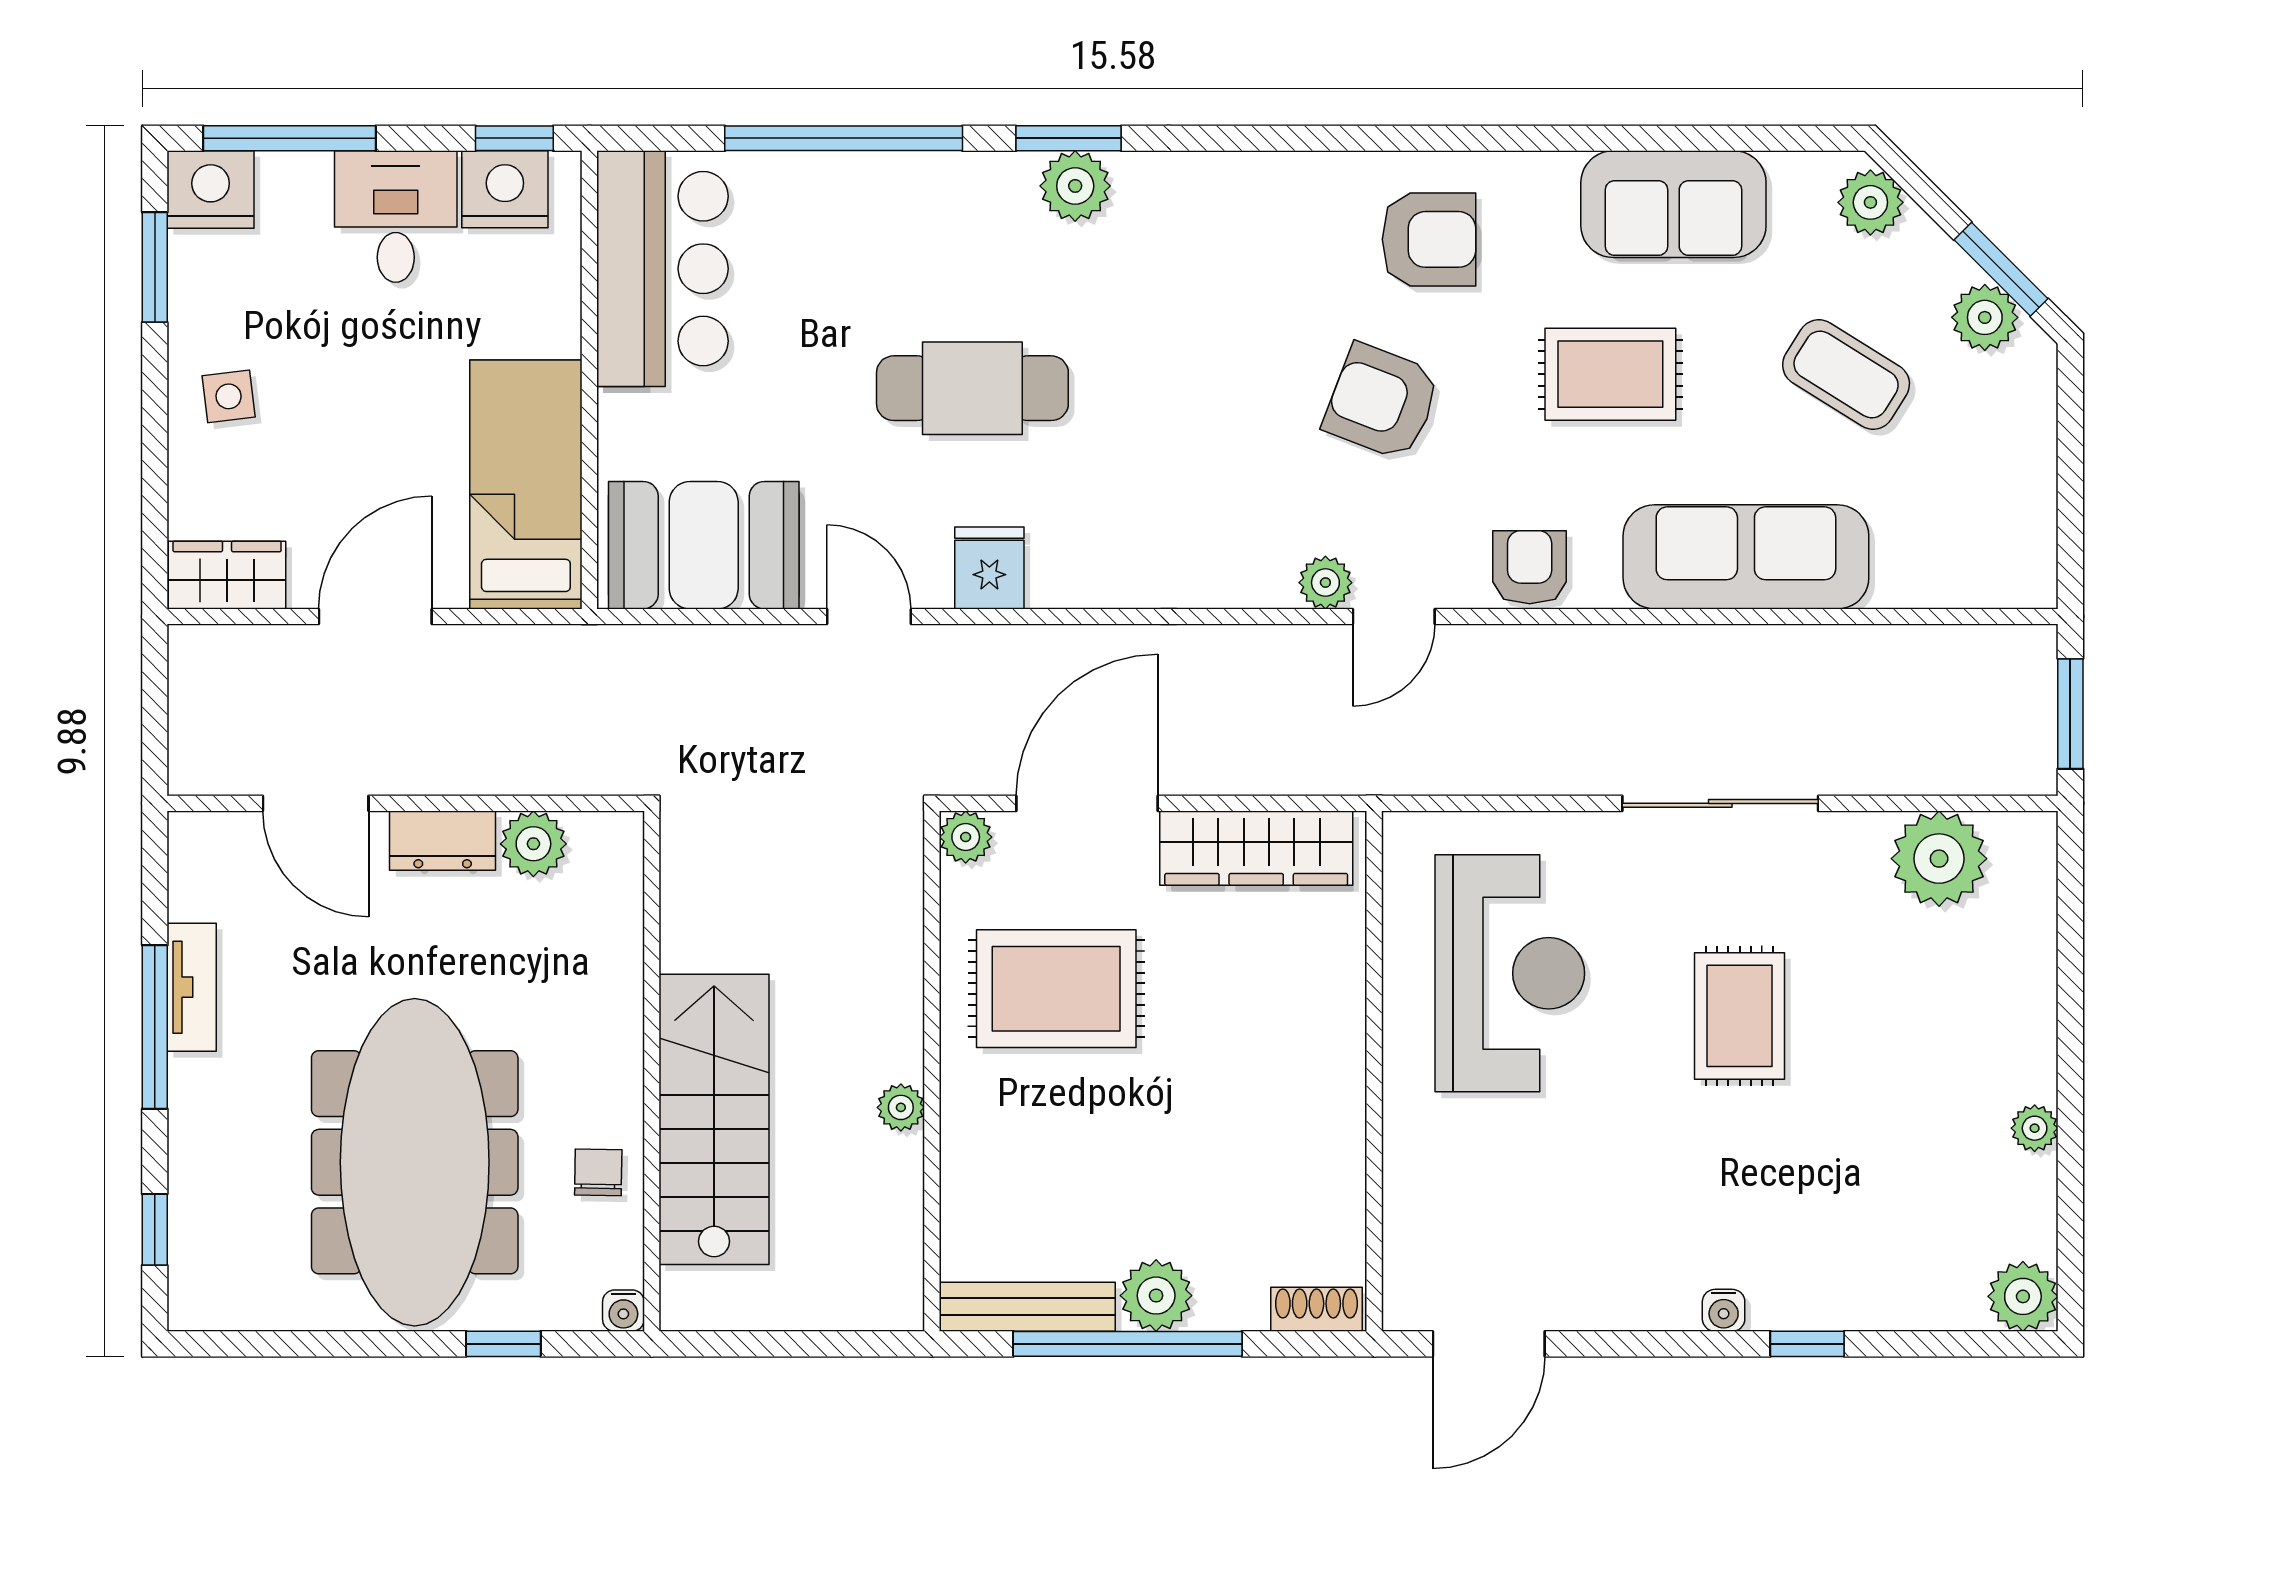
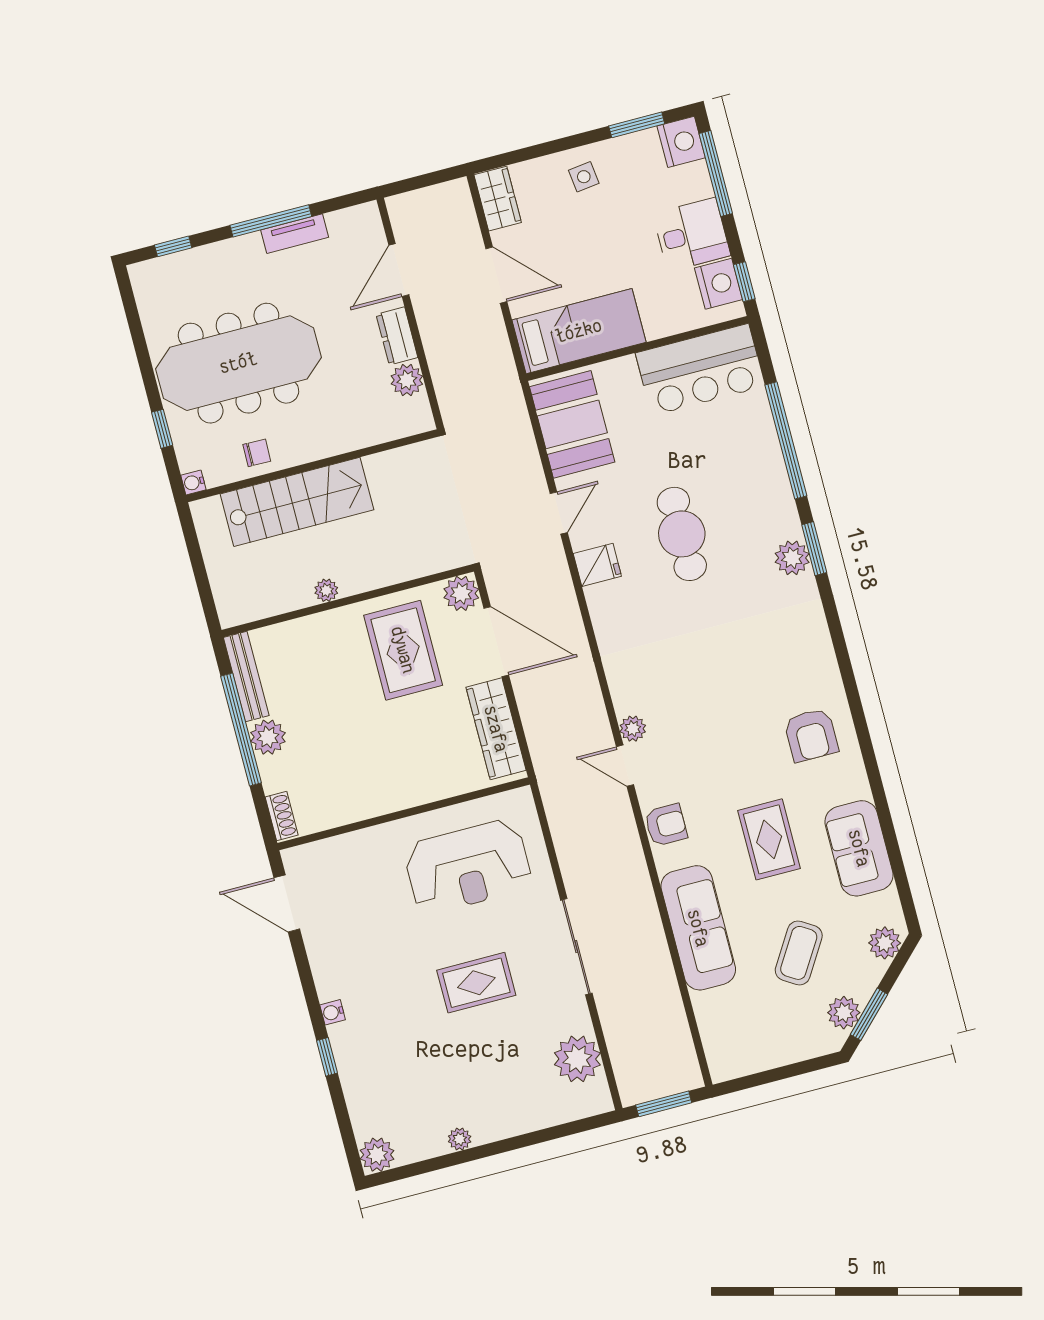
armchair: (1382, 402) -> (727, 733), removed
plant: (966, 837) -> (461, 593), width x1.38, depth x1.38

